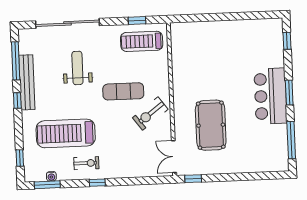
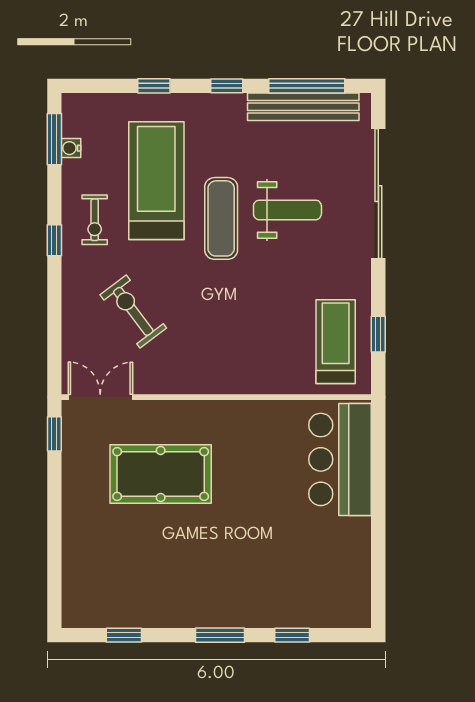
window: (287, 41) -> (292, 635), moved
bench: (27, 82) -> (303, 107), moved
exercise mat: (123, 91) -> (221, 218), moved
bar counter: (270, 96) -> (340, 459), moved, turned -90
exercise bike: (150, 114) -> (133, 311), moved
window: (291, 140) -> (124, 635), width x0.46
window: (20, 158) -> (154, 86), moved

